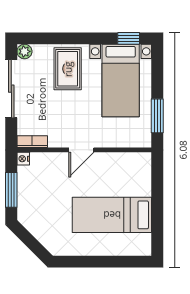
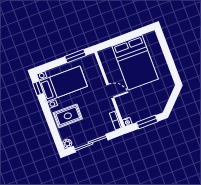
bed: (112, 215) -> (135, 63), width x1.50

